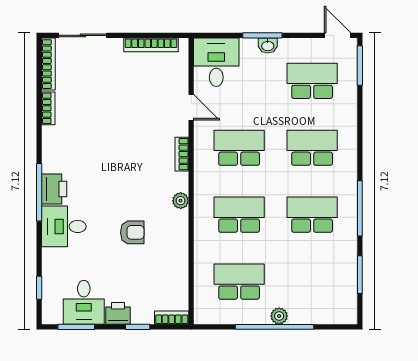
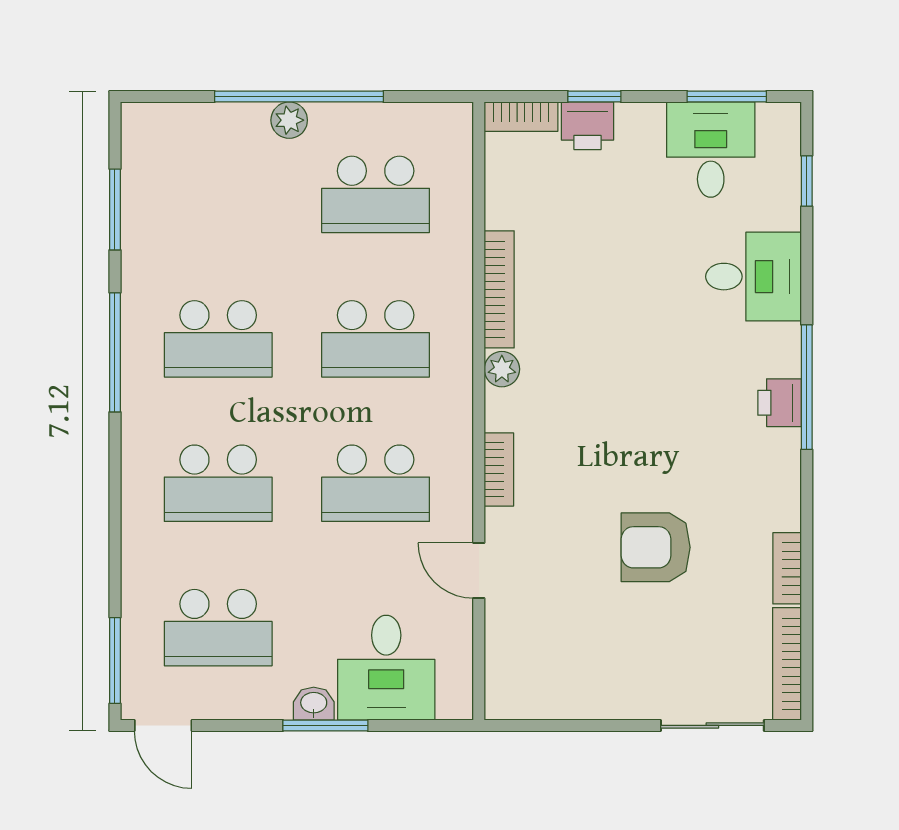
bookcase: (151, 45) -> (499, 289), moved, turned 90
desk: (216, 62) -> (386, 668), moved
printer: (54, 189) -> (780, 403), width x0.73, depth x0.81
desk: (64, 226) -> (753, 277), moved
armchair: (132, 232) -> (656, 547), moved, width x1.38, depth x1.38
printer: (118, 313) -> (588, 126), moved

